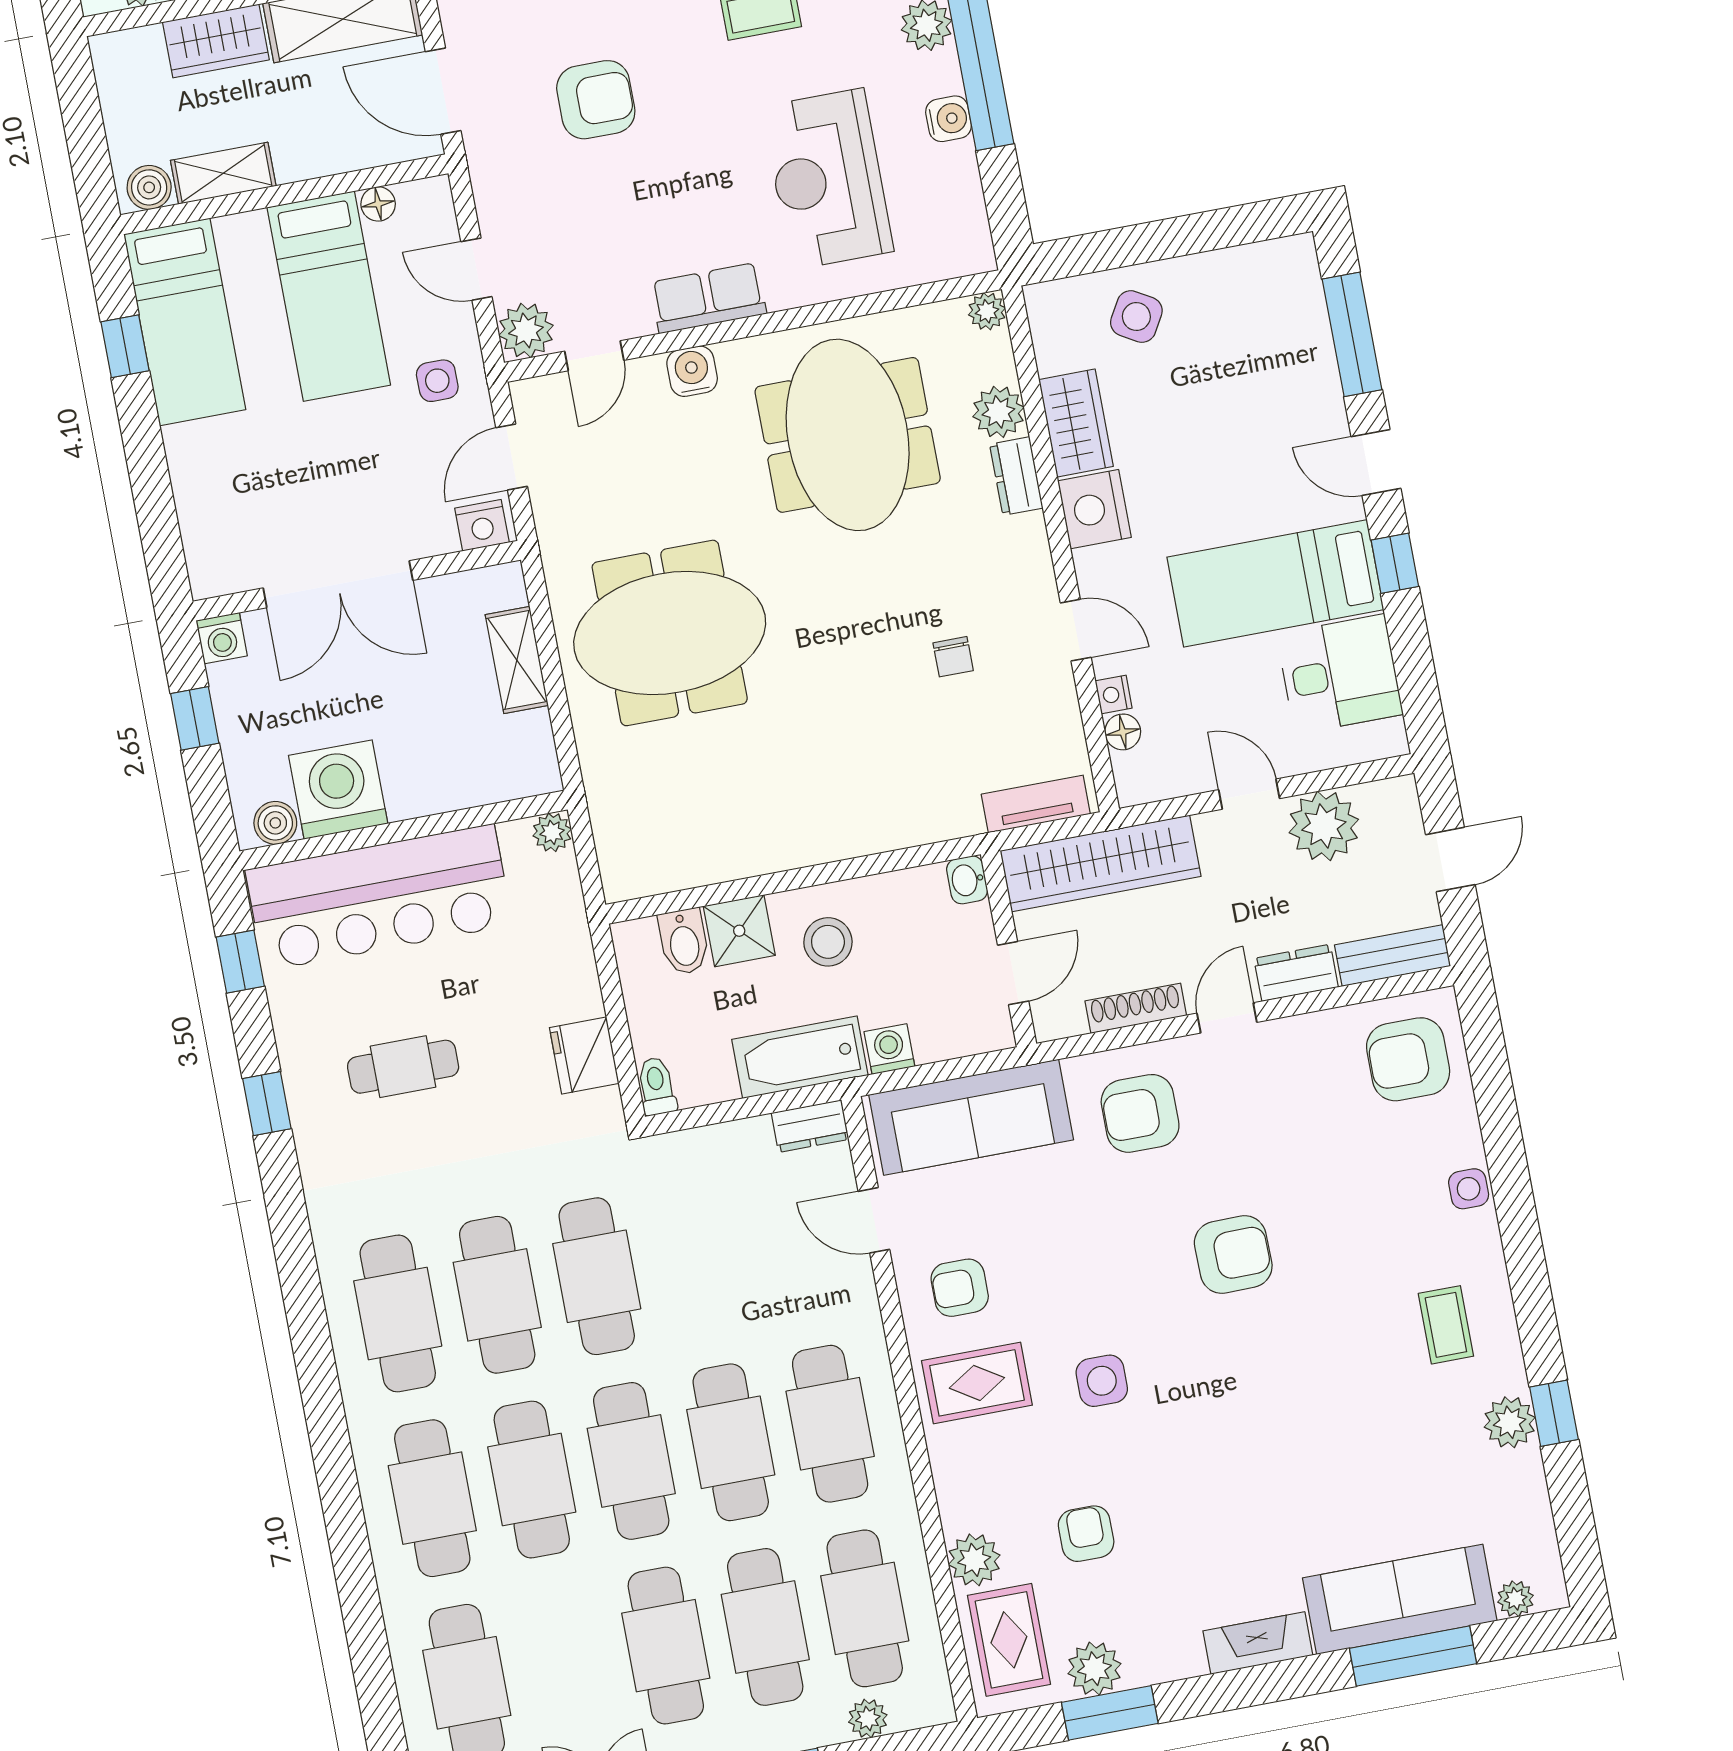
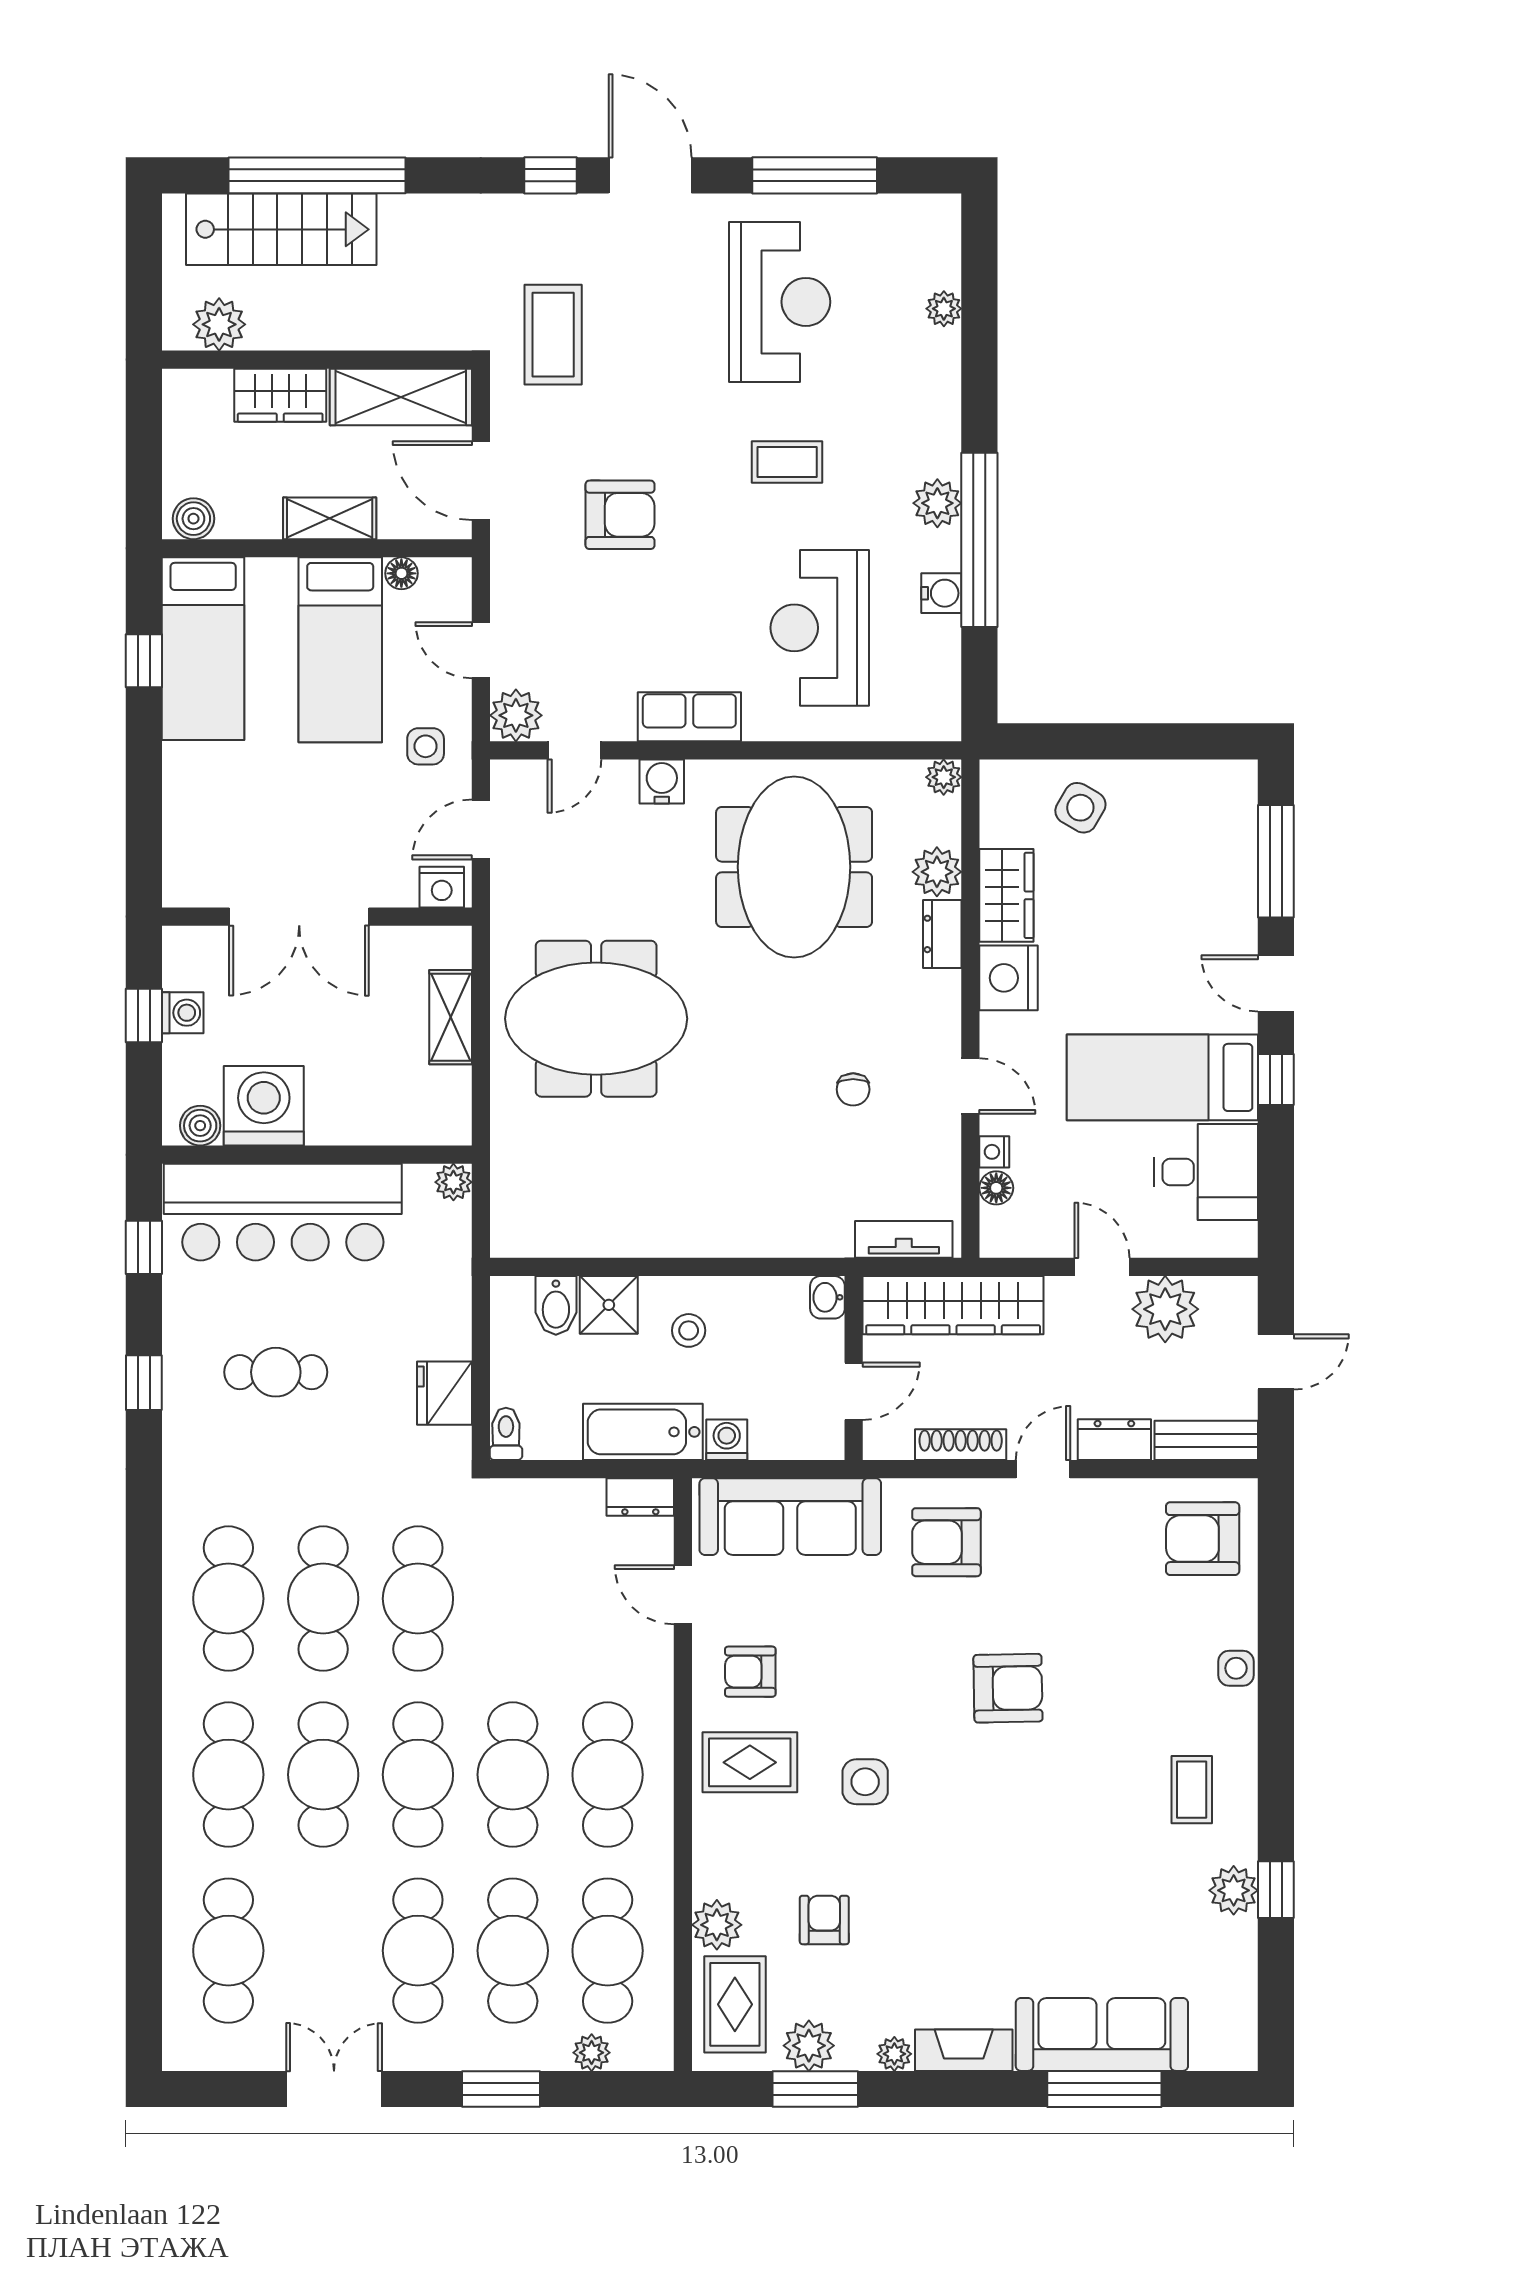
shelving: (223, 173) -> (330, 518), moved
washing machine: (222, 638) -> (183, 1013), moved, turned -90
stool: (828, 942) -> (689, 1330), width x0.73, depth x0.73
plant: (1516, 1599) -> (894, 2054), moved

